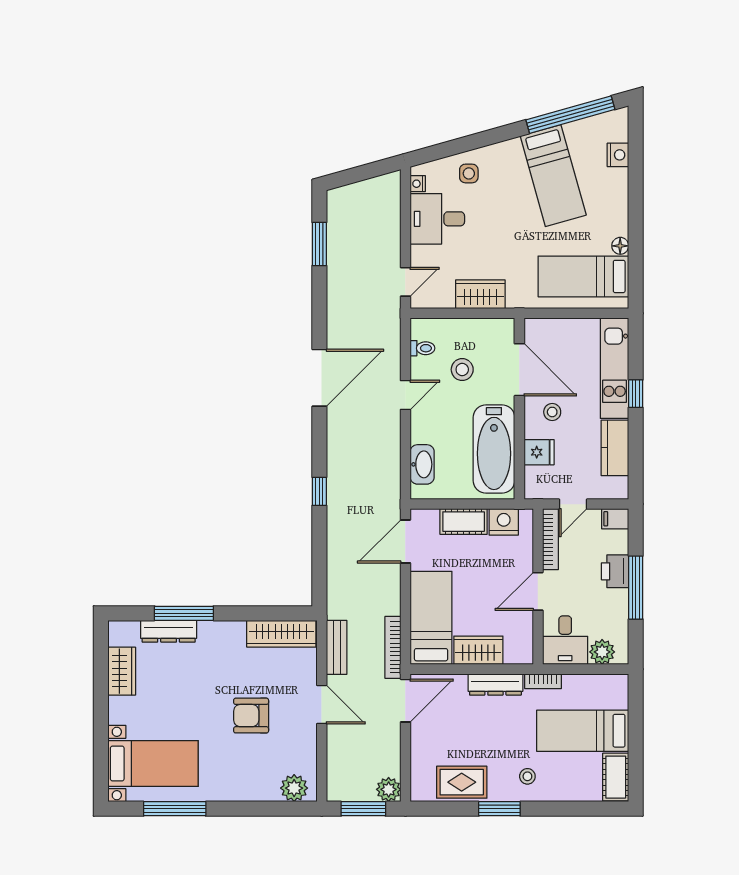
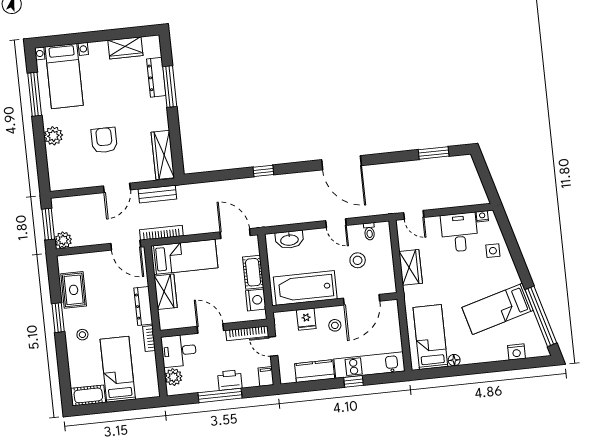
plant: (294, 788) -> (53, 136), moved

